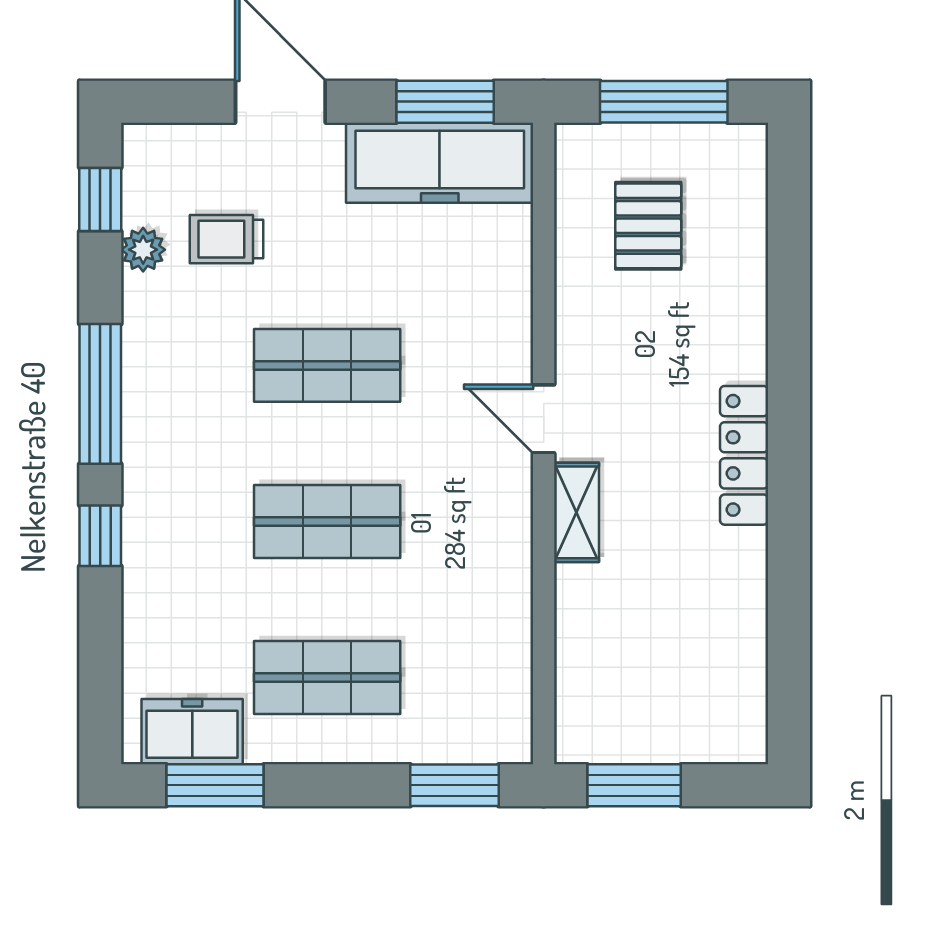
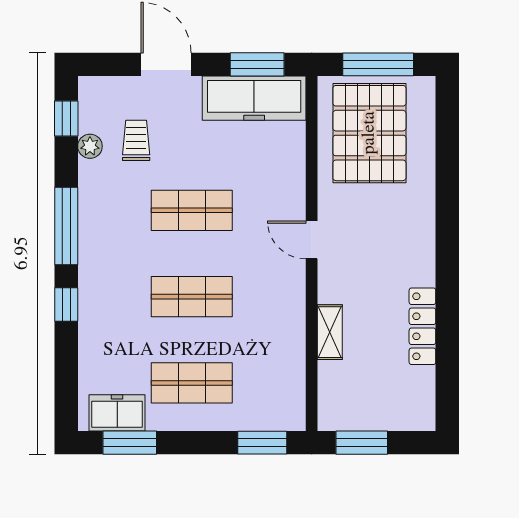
pallet: (648, 226) -> (369, 133), width x2.05, depth x2.00
trolley: (226, 239) -> (136, 140), turned 90
locker: (744, 455) -> (422, 326), moved
shelving: (576, 512) -> (330, 332), moved

